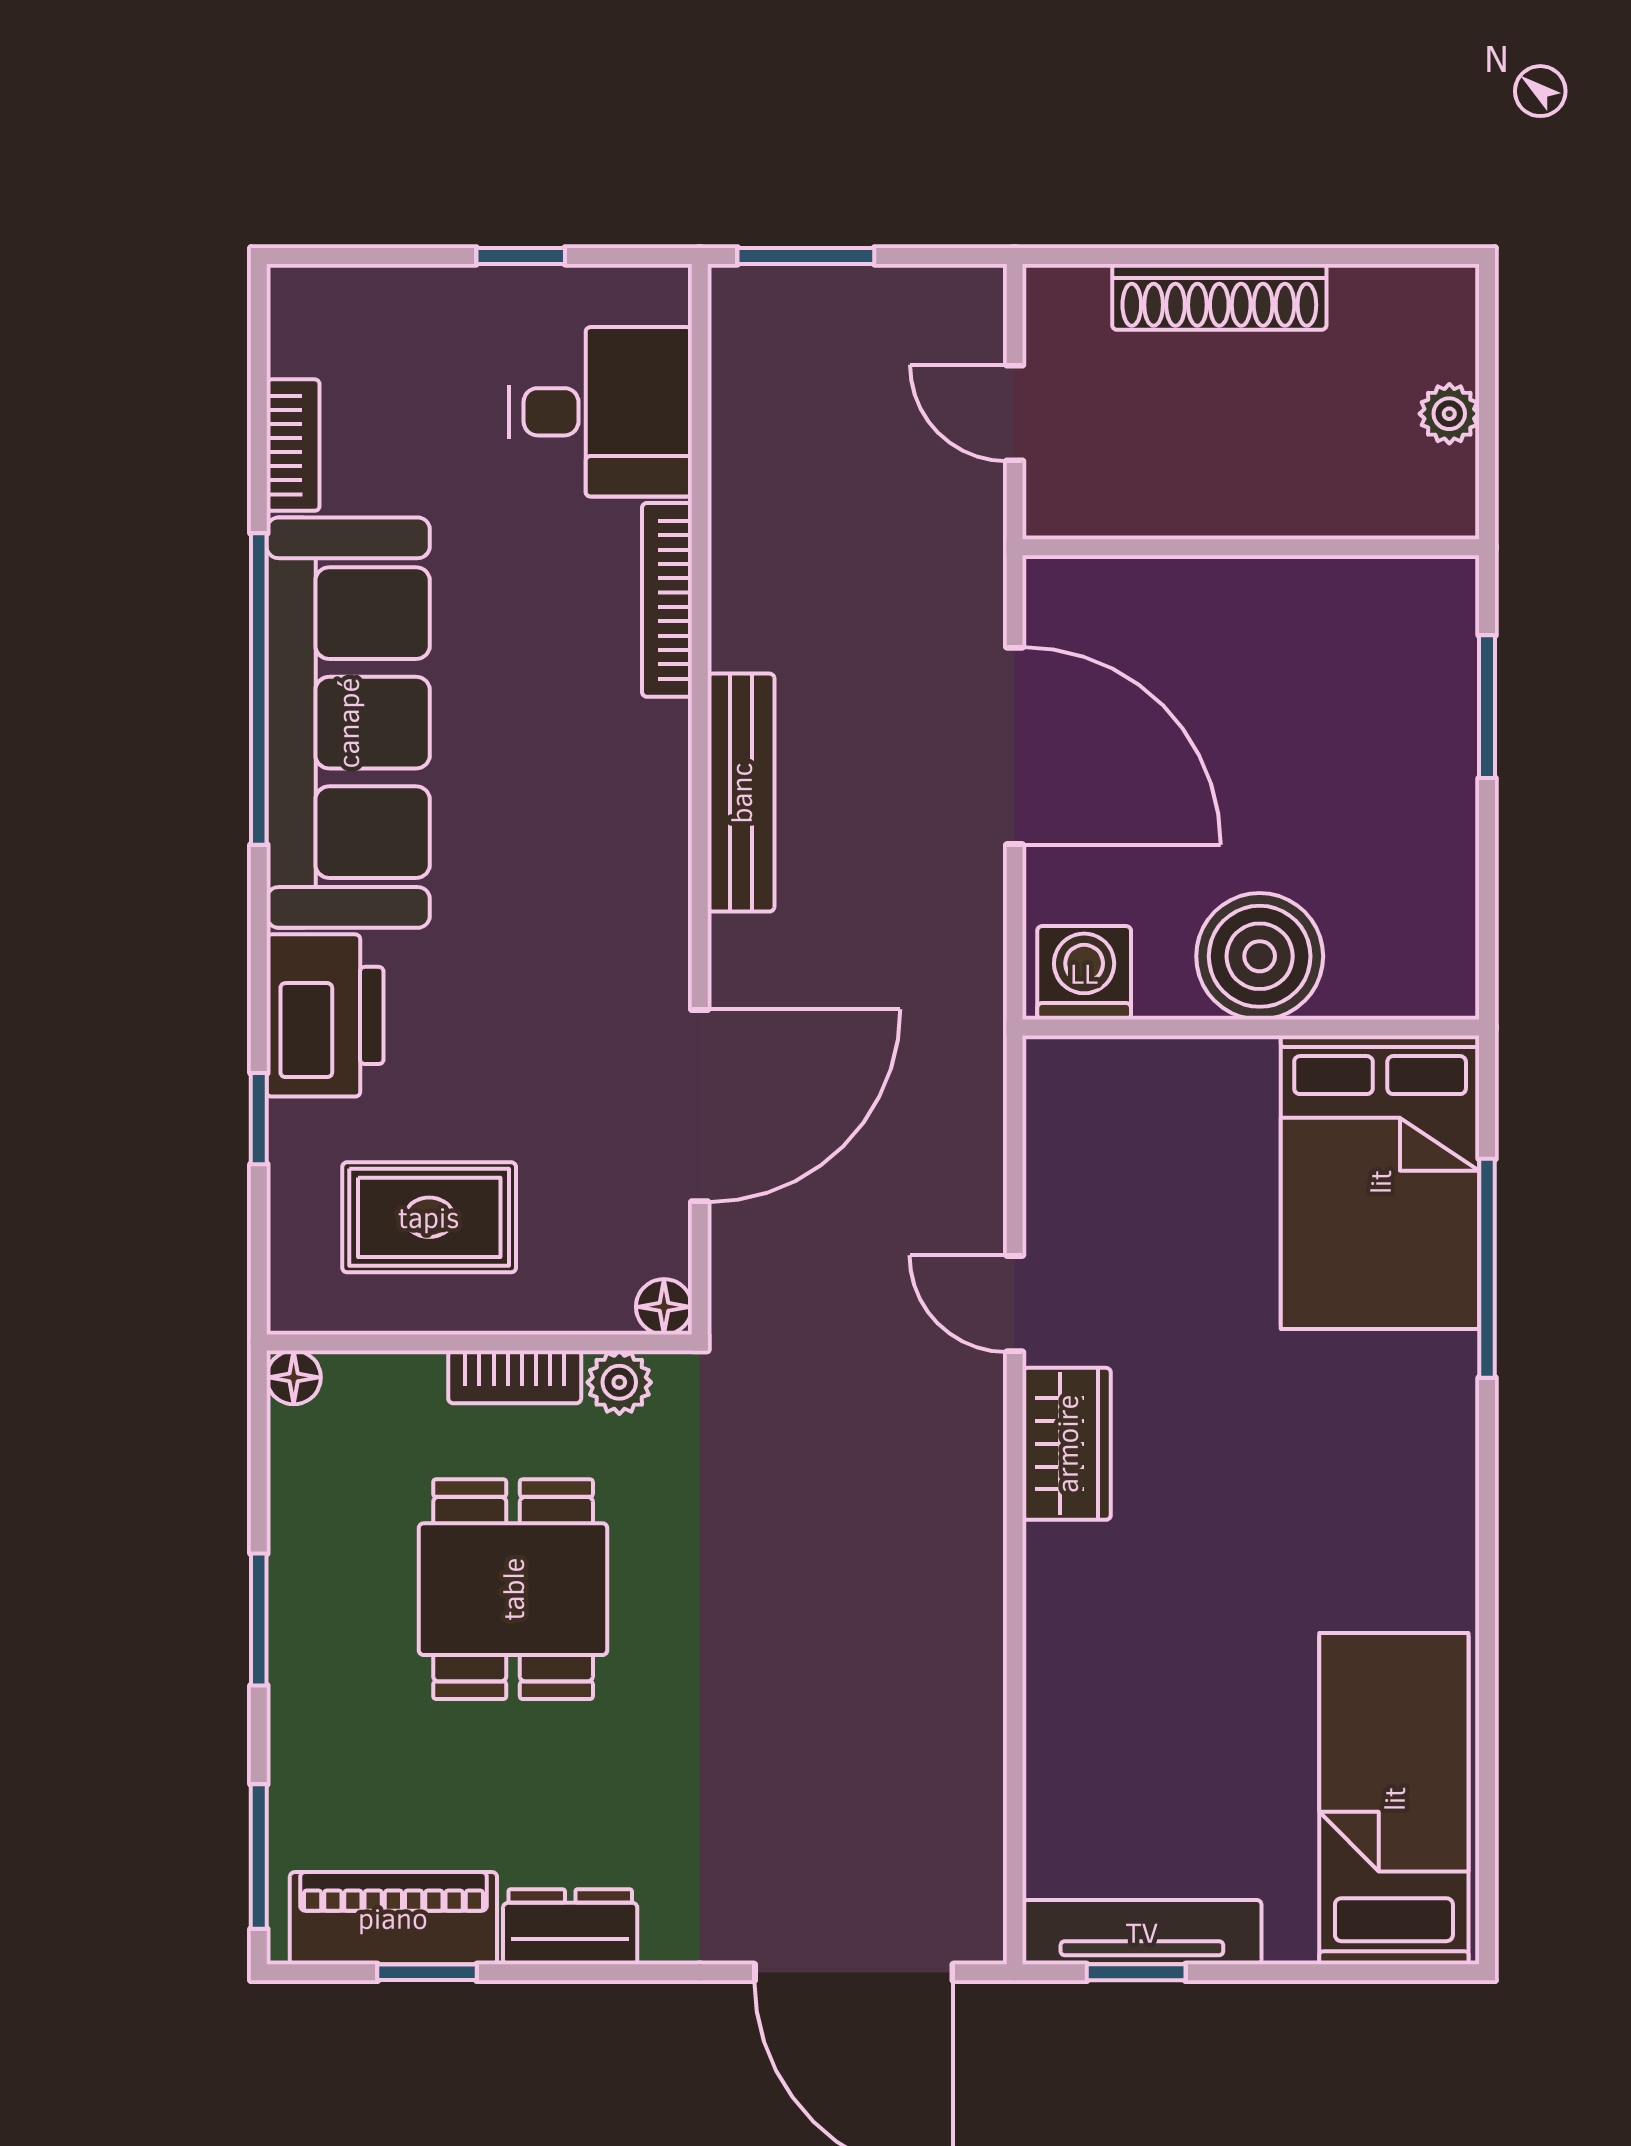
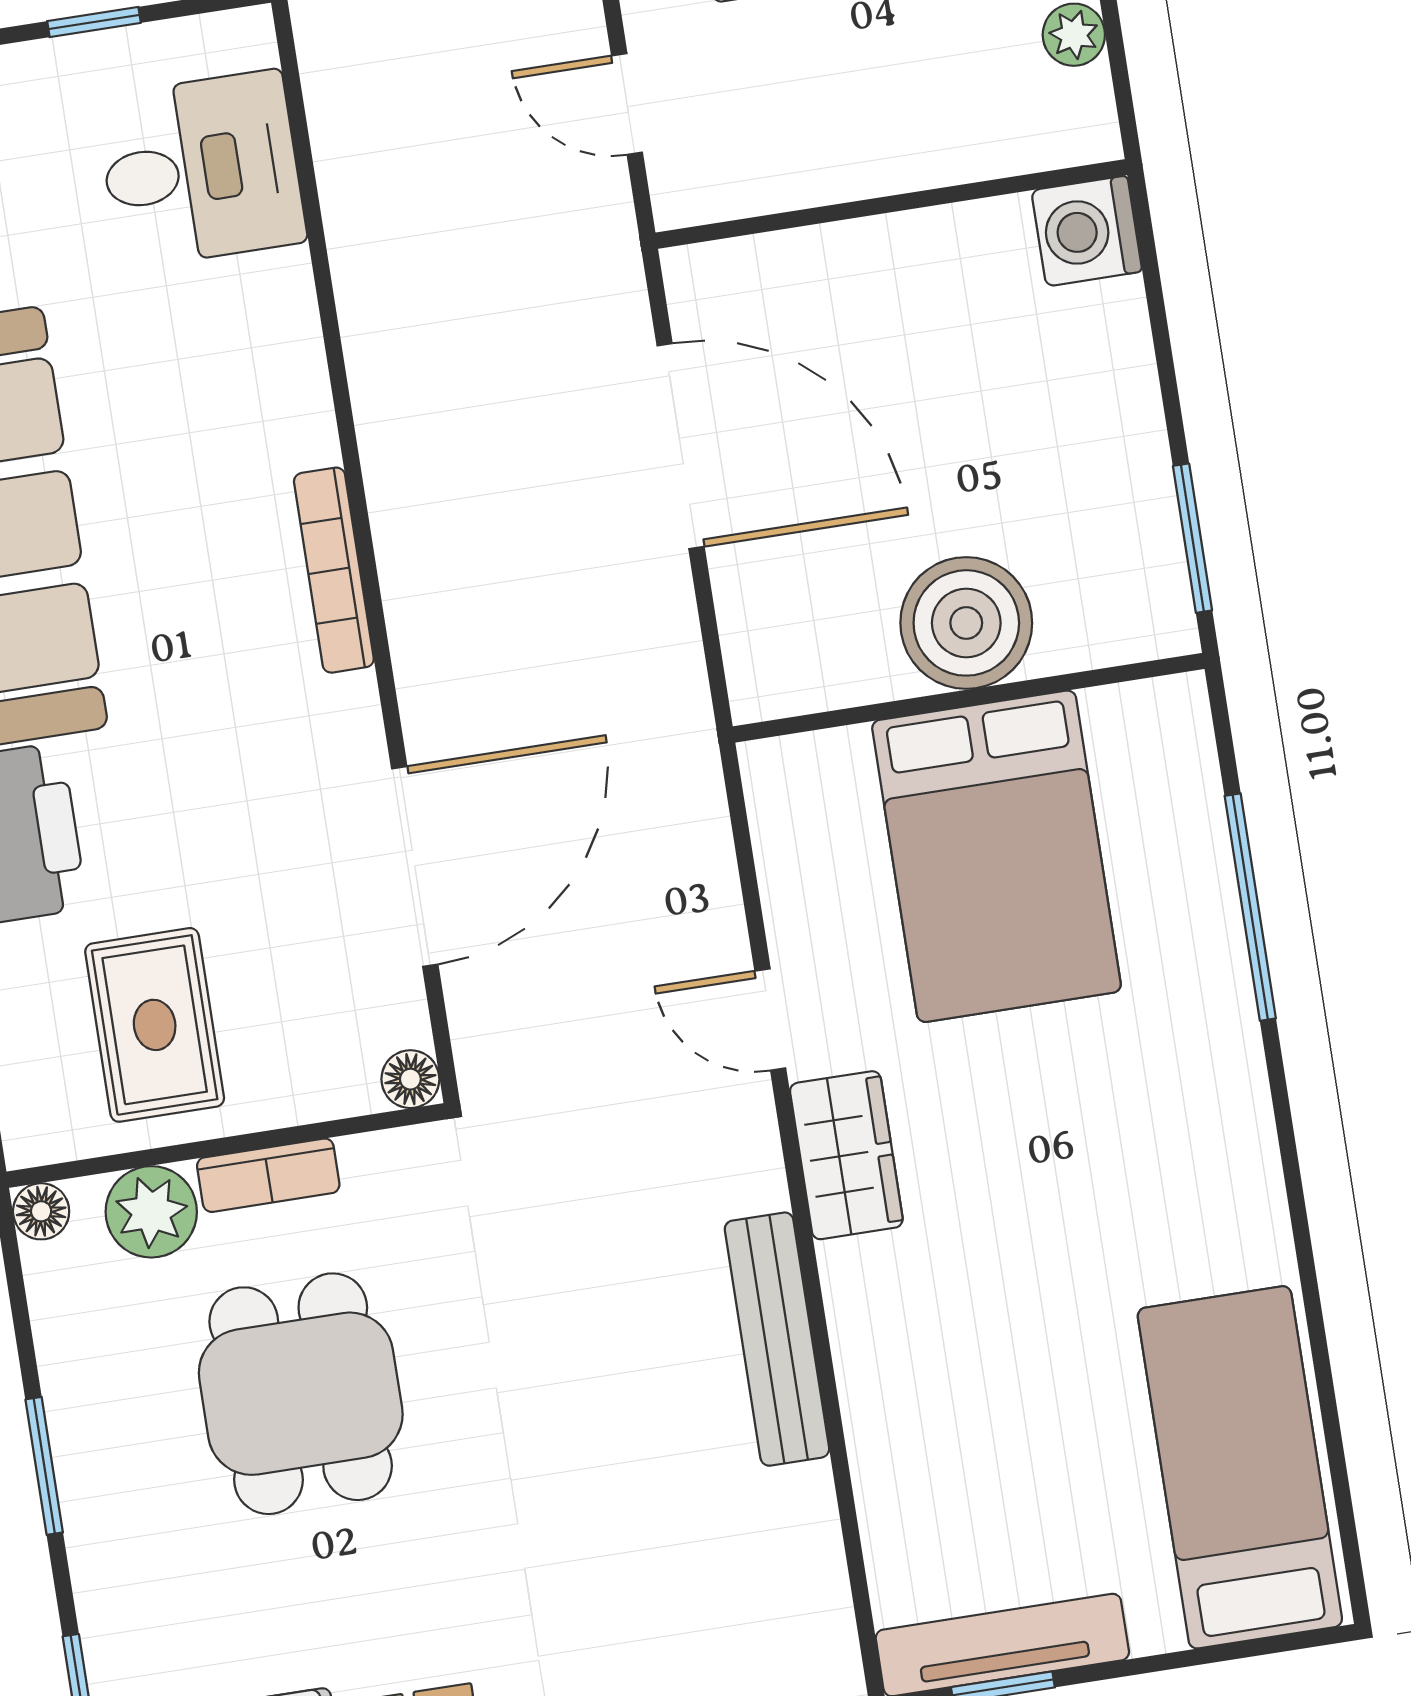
bookcase: (667, 600) -> (334, 570), moved
window: (1487, 707) -> (1192, 538), moved
bench: (741, 793) -> (777, 1339), moved
washing machine: (1084, 973) -> (1087, 231), moved, turned -90
bed: (1380, 1182) -> (996, 856), moved
rug: (429, 1217) -> (155, 1025), turned 90
plant: (619, 1382) -> (151, 1212), moved, width x1.38, depth x1.38

